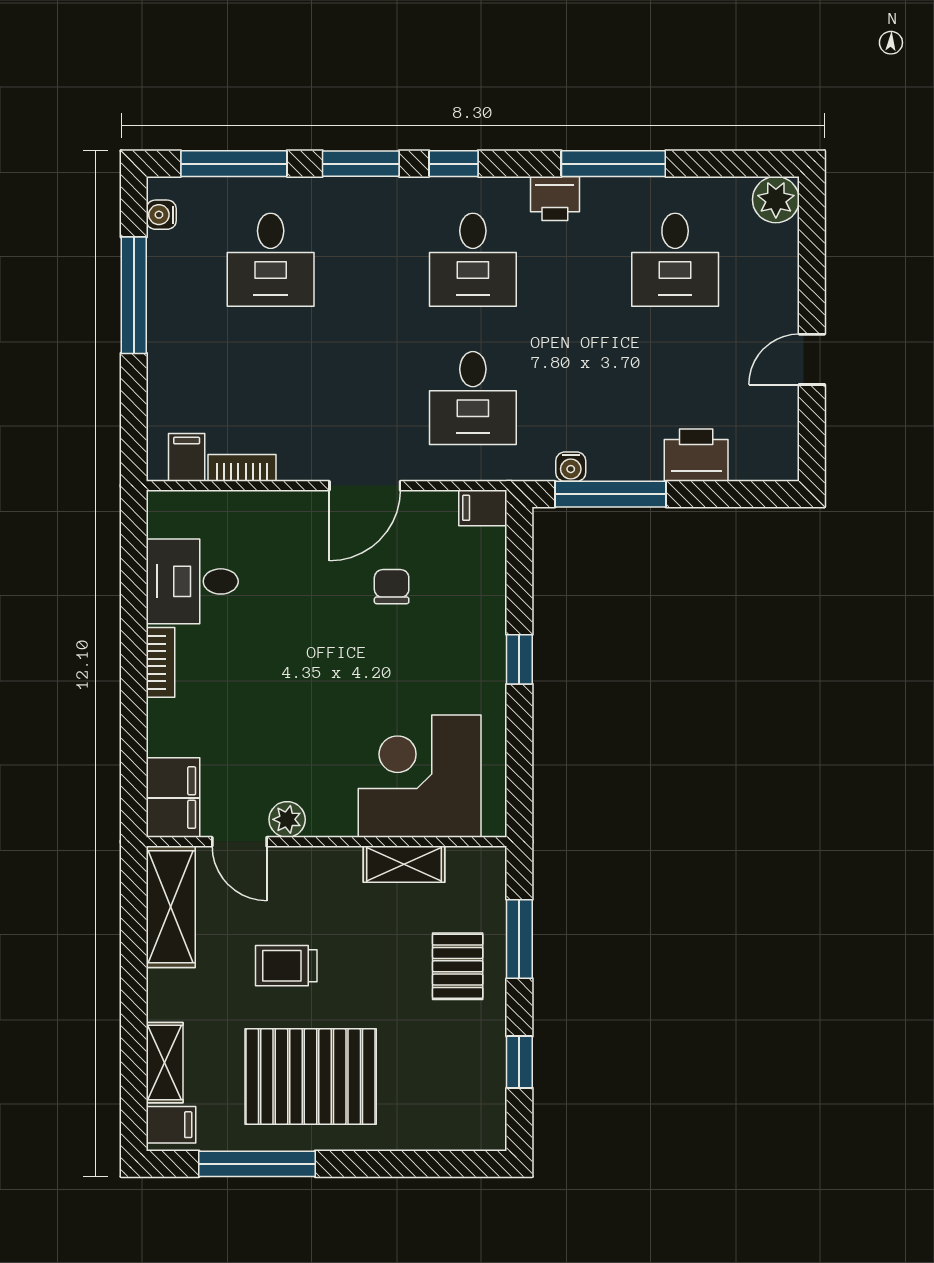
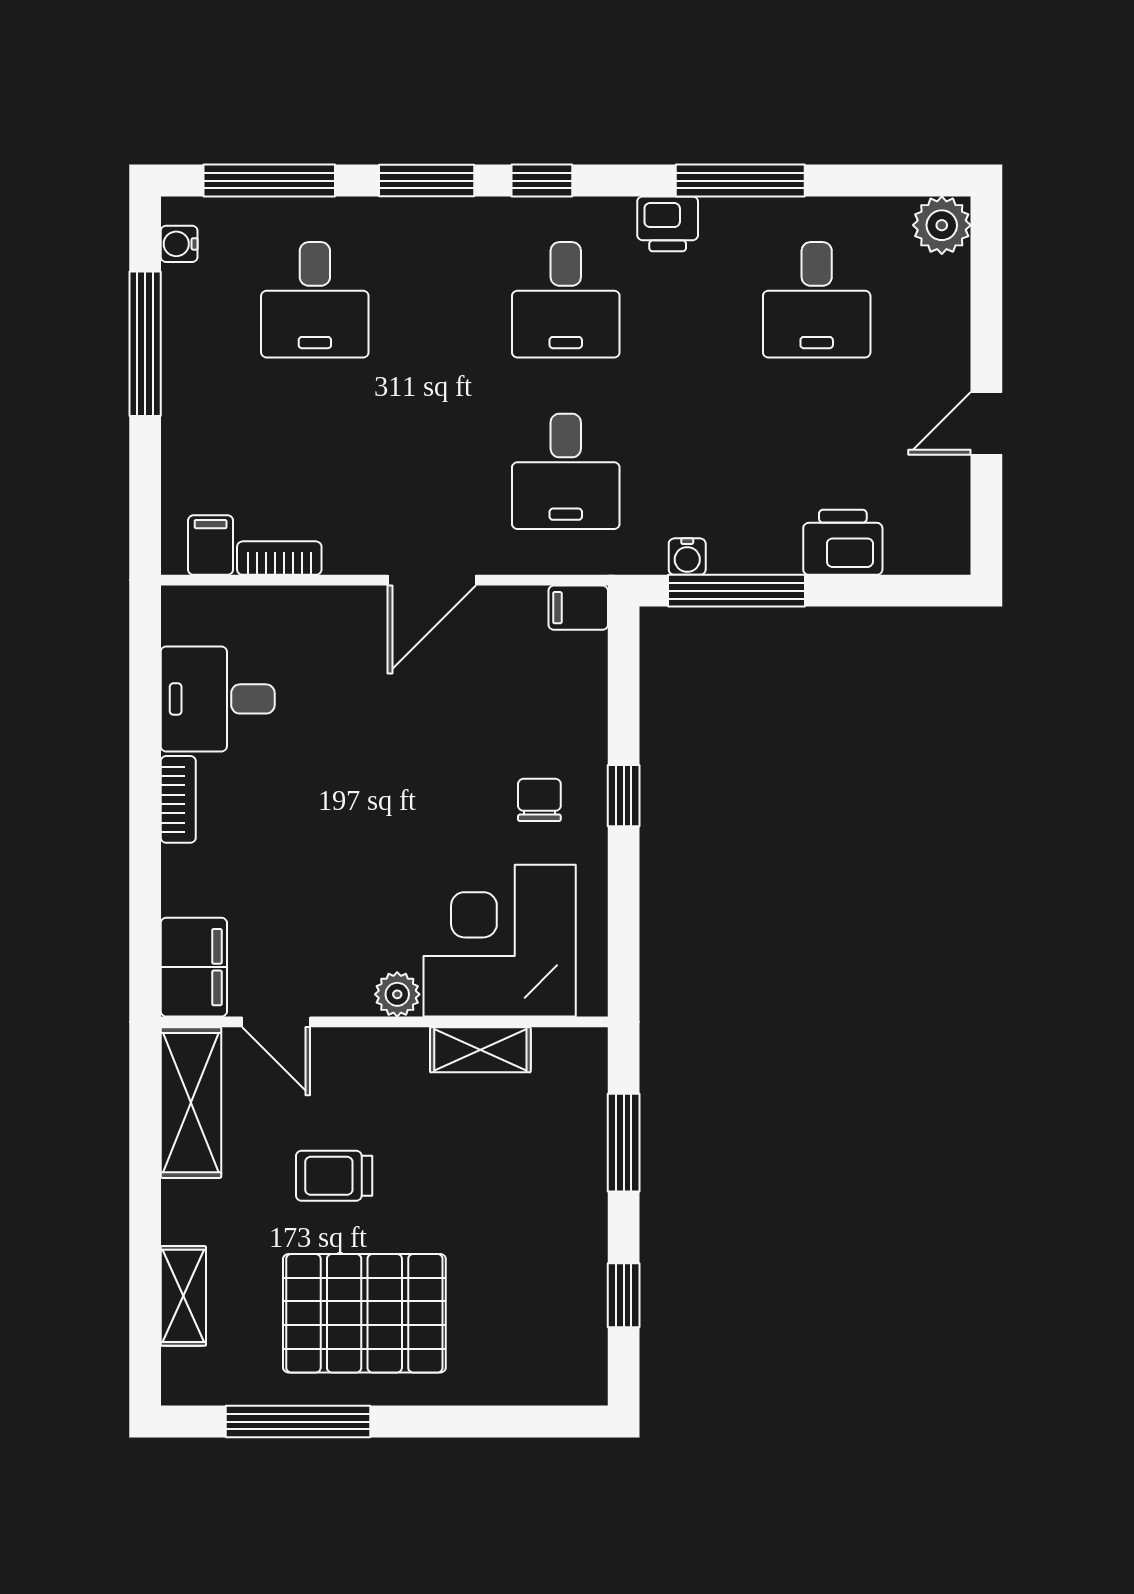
chair: (392, 587) -> (539, 800), moved
plant: (287, 819) -> (397, 994), moved
pallet: (458, 966) -> (547, 1176), removed
filing cabinet: (171, 1125) -> (191, 1373), removed

